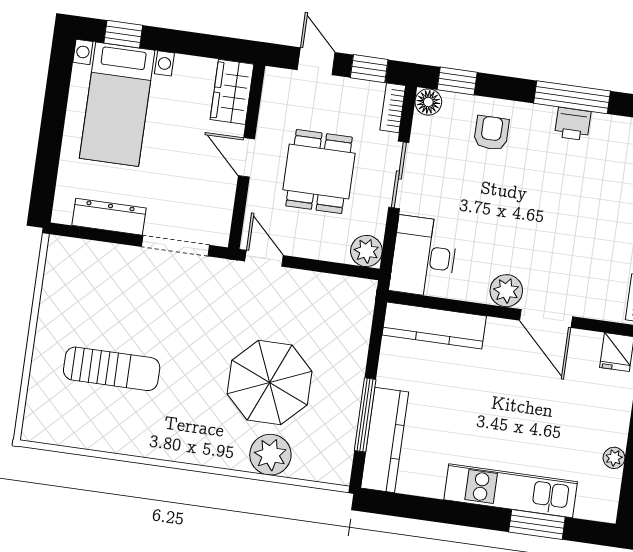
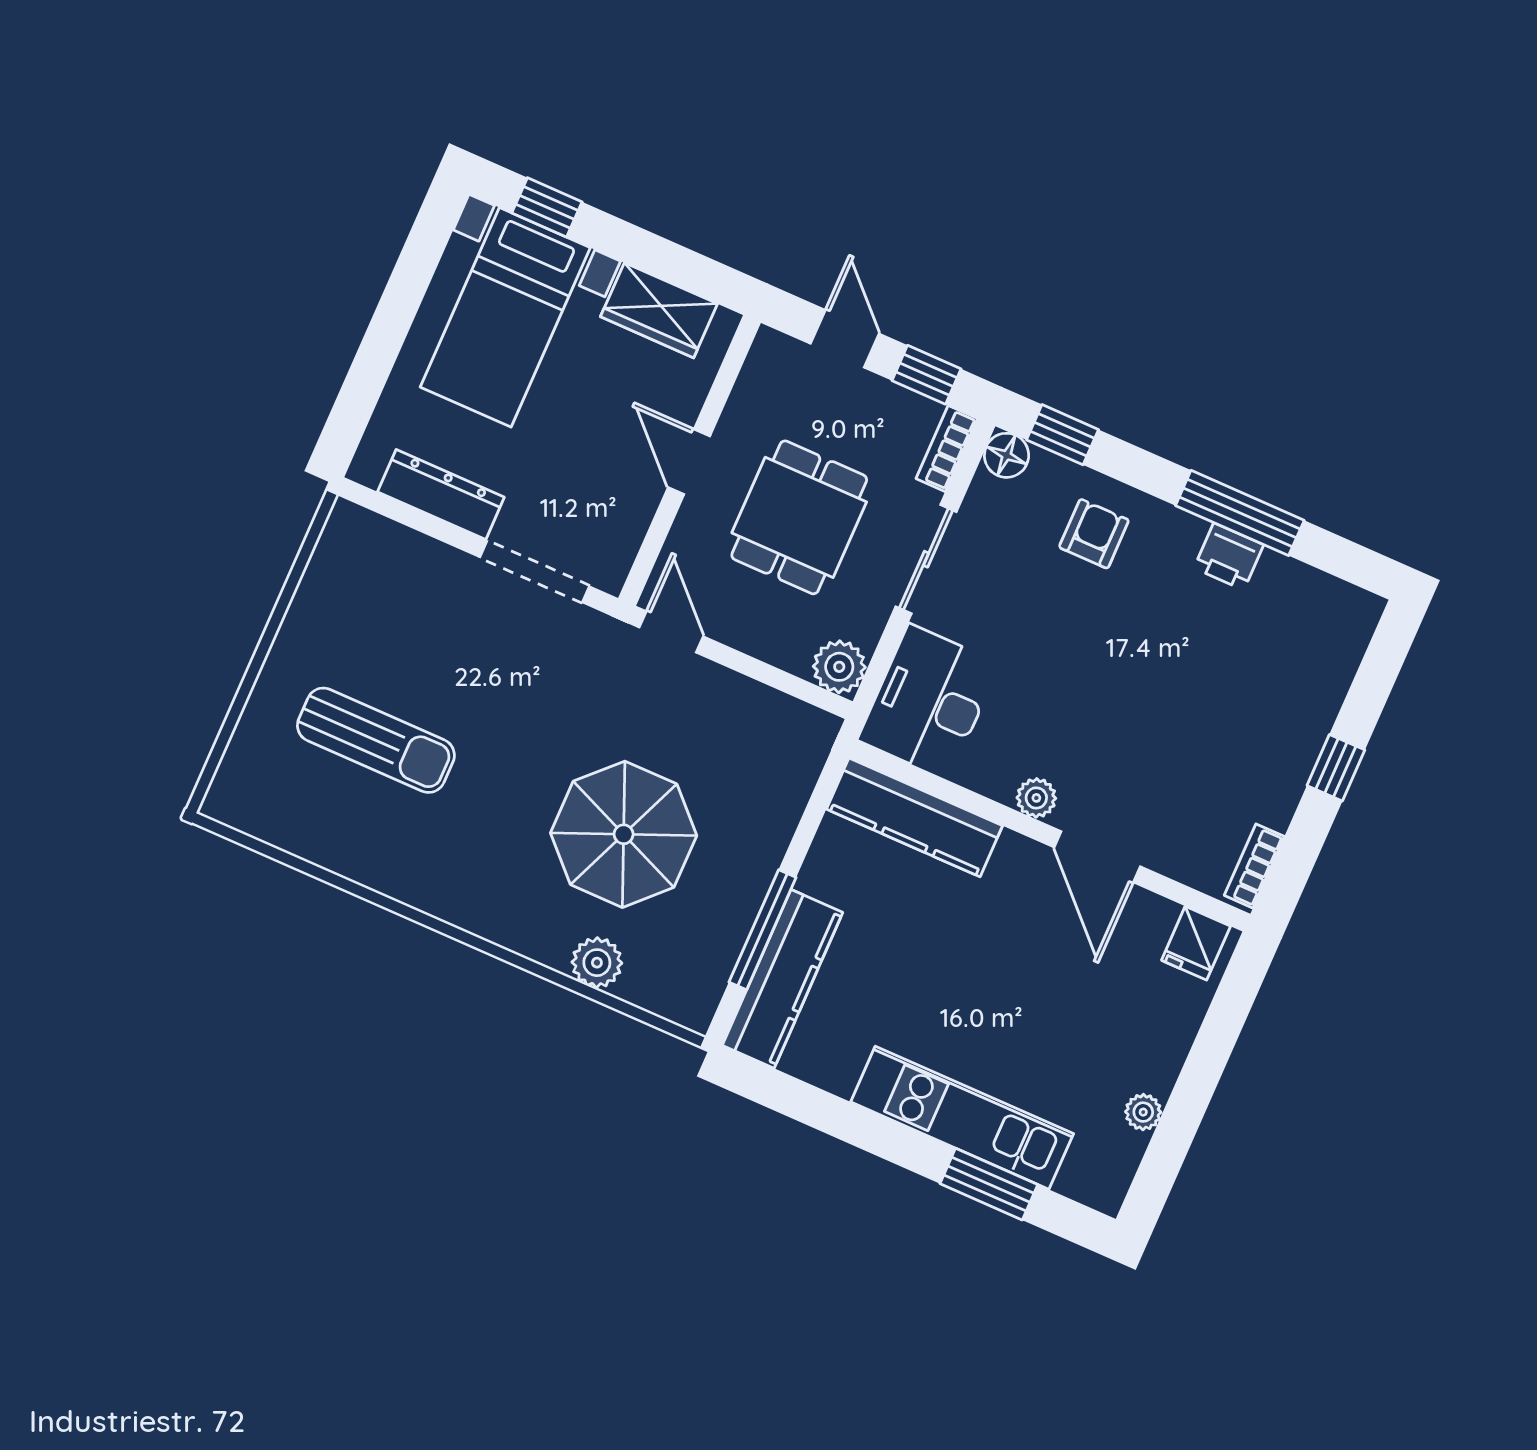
wardrobe: (232, 92) -> (659, 310), moved, turned -90
plant: (506, 291) -> (1036, 798), width x0.73, depth x0.73
plant: (270, 455) -> (597, 963), width x0.73, depth x0.73

